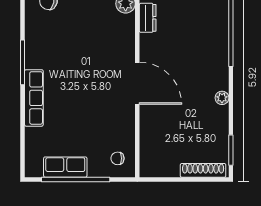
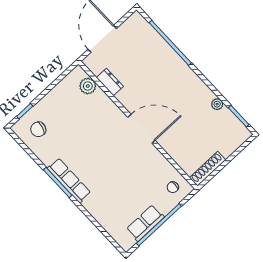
row of seats: (34, 98) -> (69, 180), moved
plant: (222, 98) -> (217, 104), moved
shoe rack: (203, 170) -> (208, 169), moved

